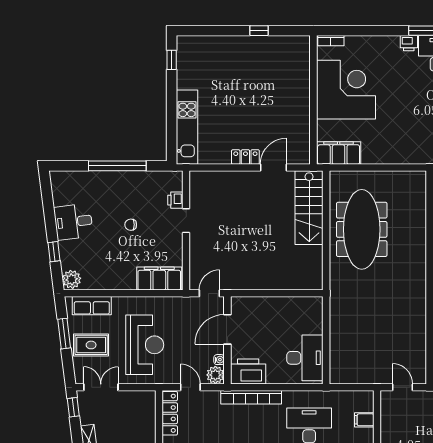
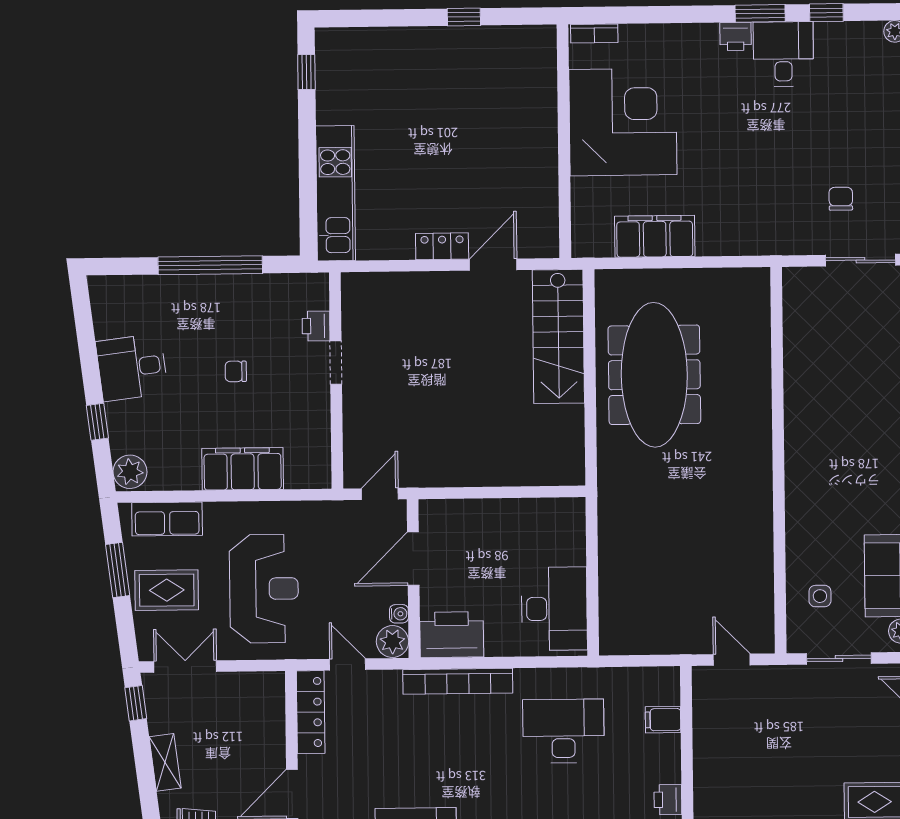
filing cabinet: (339, 153) -> (655, 236), moved
filing cabinet: (159, 279) -> (243, 469), moved

